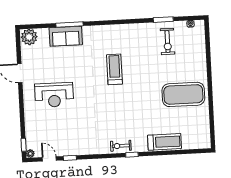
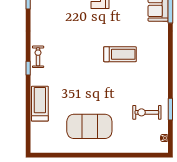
exercise mat: (183, 94) -> (89, 126), turned 90
treadmill: (165, 142) -> (40, 104), turned 180

